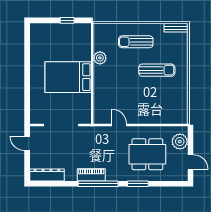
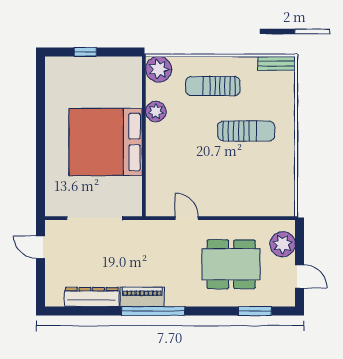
window: (67, 20) -> (85, 52), moved
plant: (102, 31) -> (159, 69), added
bed: (68, 77) -> (106, 142), width x1.36
dresser: (47, 175) -> (92, 297), moved
window: (138, 184) -> (255, 311), moved

